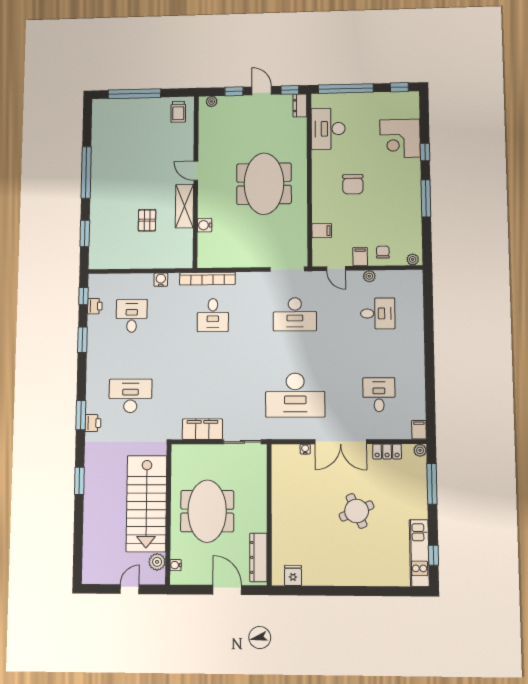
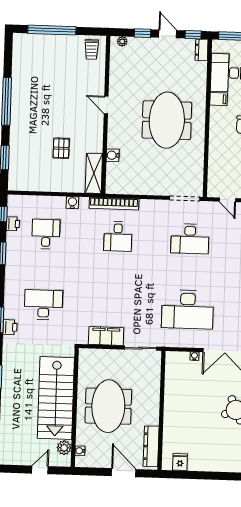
shelving: (184, 206) -> (94, 173), moved
filing cabinet: (322, 231) -> (219, 99), moved

